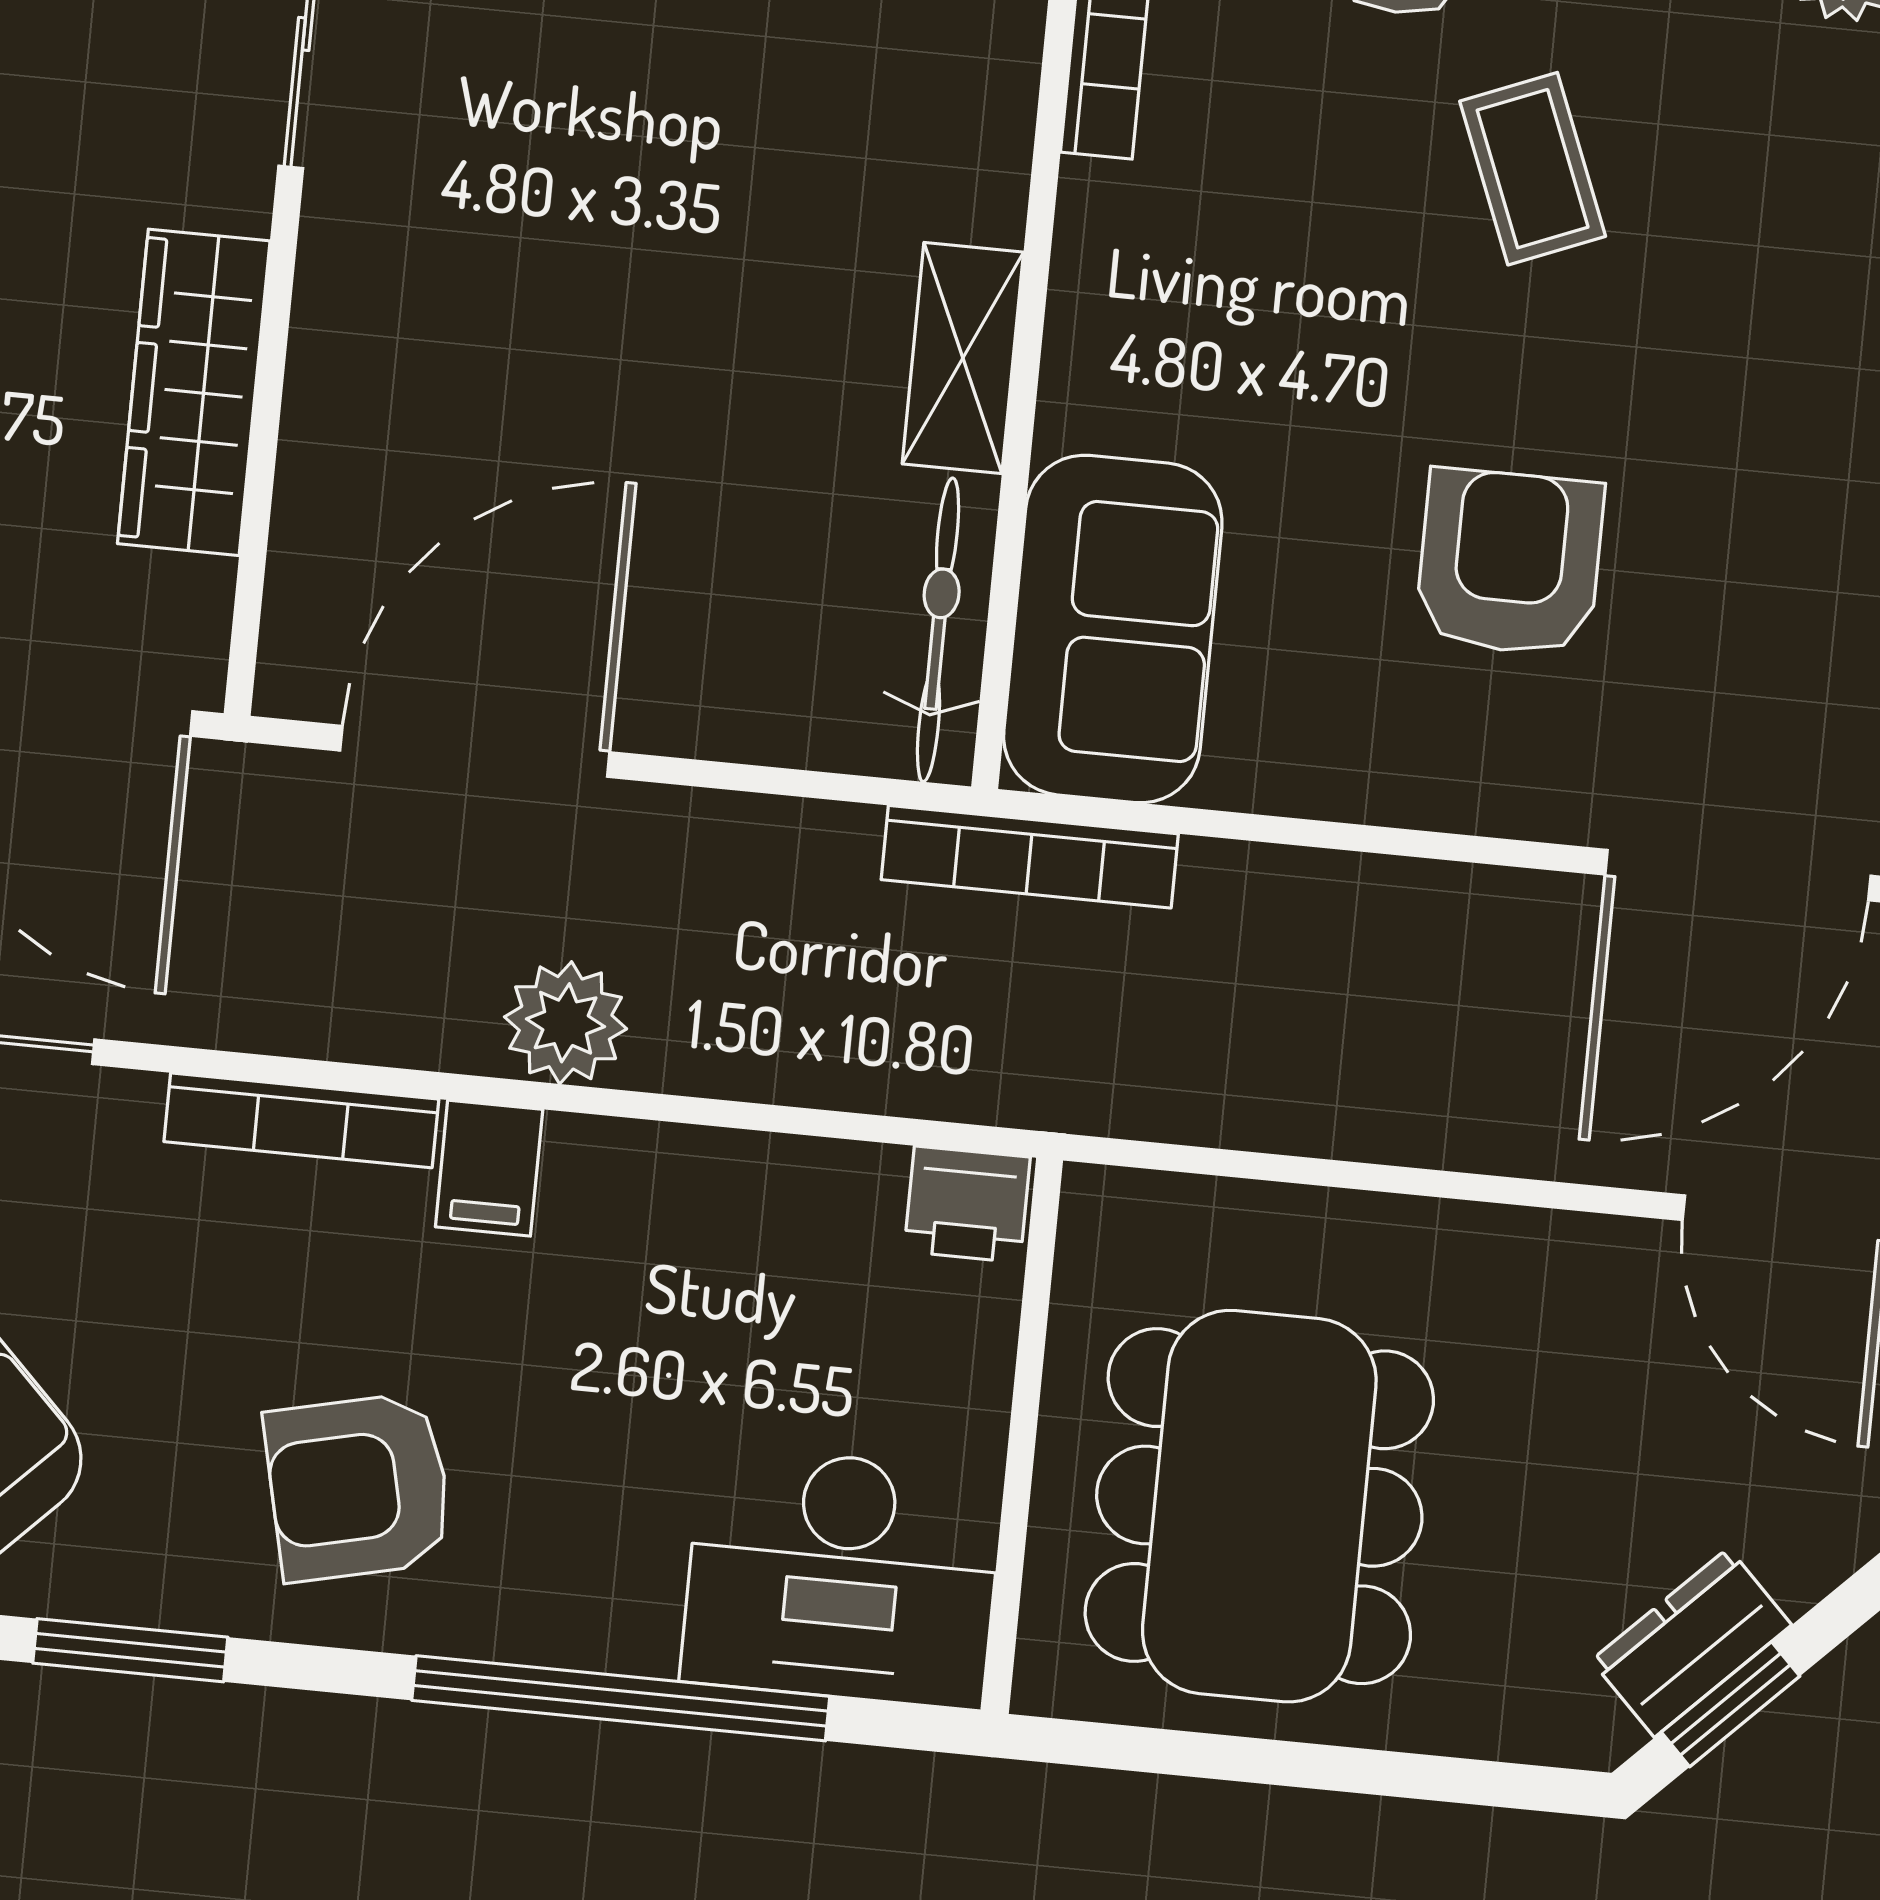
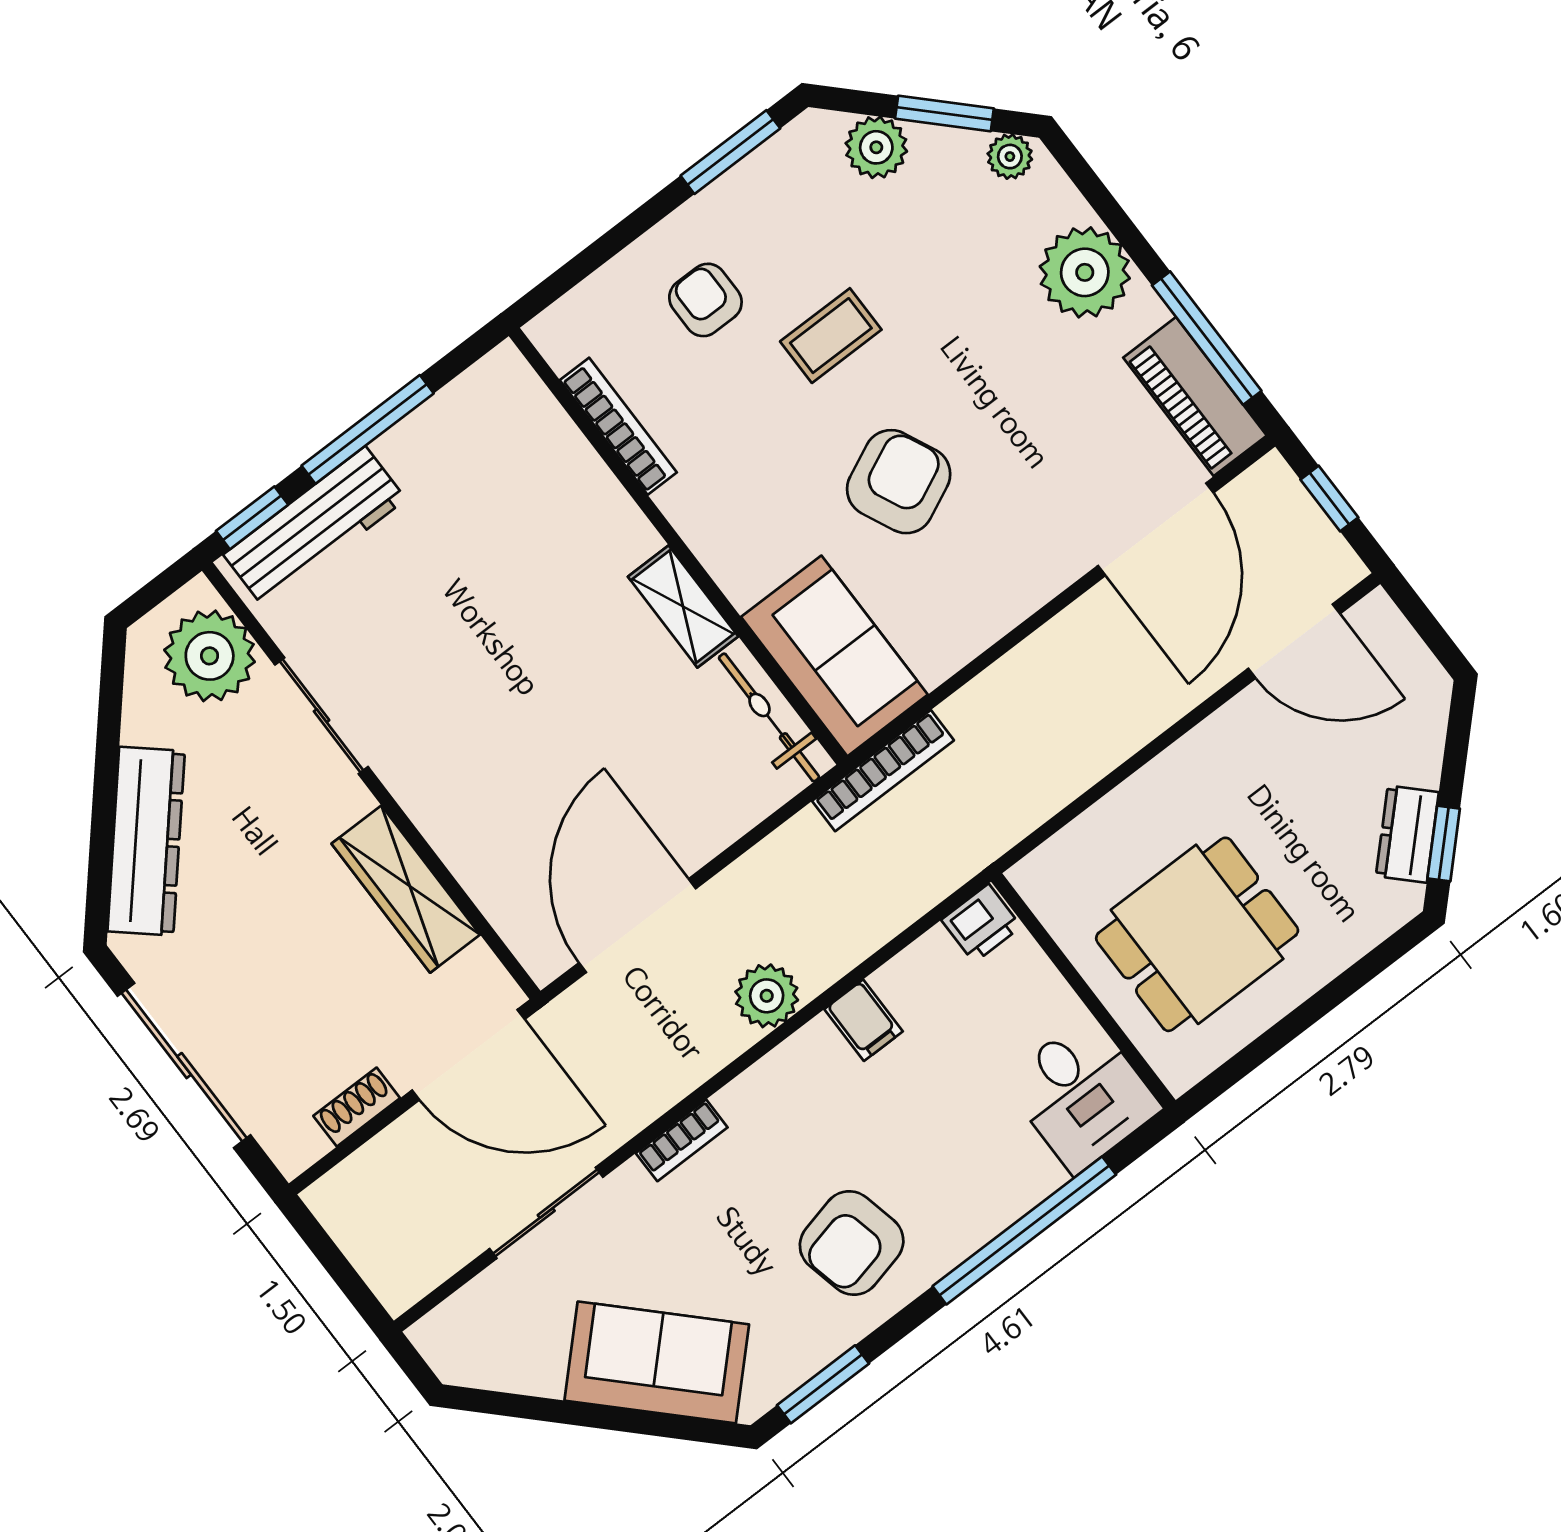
coffee table: (1533, 169) -> (831, 336), turned -68
armchair: (1510, 562) -> (899, 482), moved, turned 65
bookcase: (301, 1120) -> (682, 1140), width x0.64
filing cabinet: (489, 1168) -> (864, 1020), moved
dining table: (1259, 1506) -> (1197, 934), width x0.73
desk: (842, 1577) -> (1082, 1094), width x0.73

